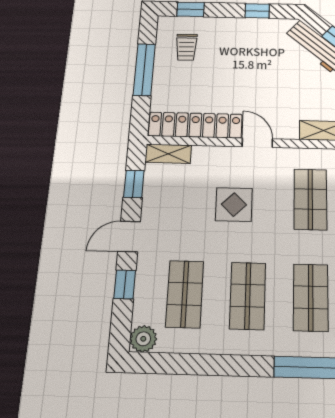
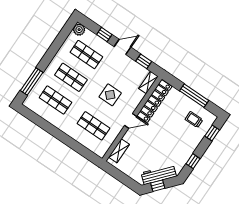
door: (129, 237) -> (123, 47), hinge flipped

